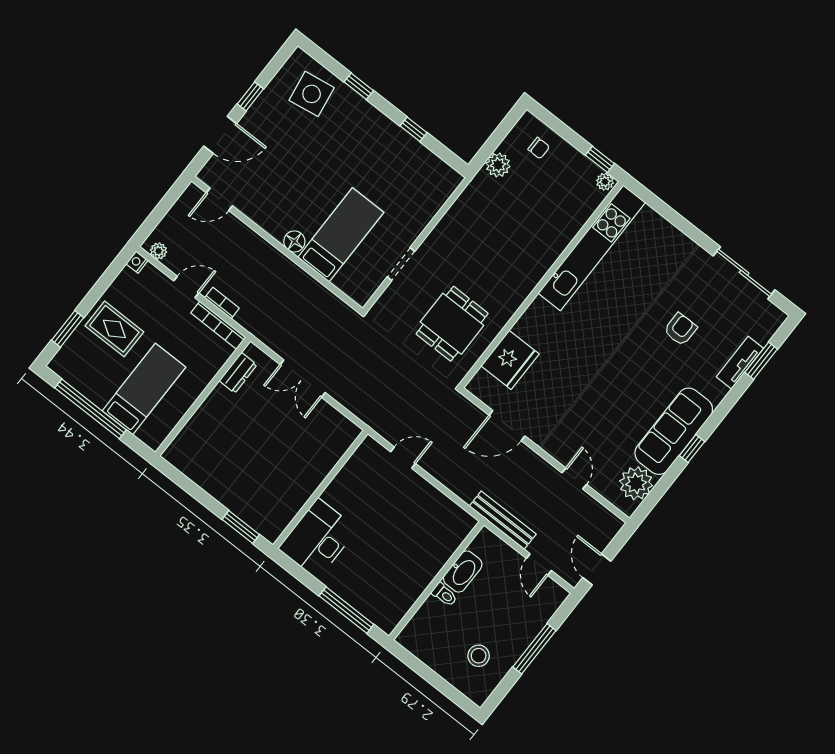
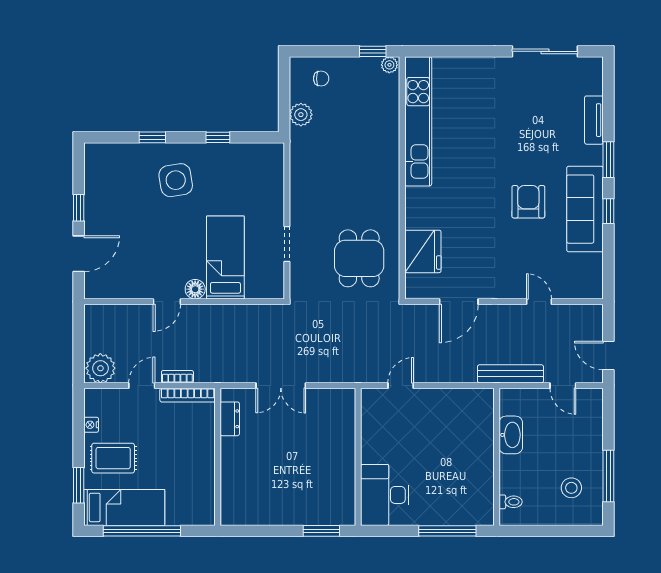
side table: (312, 94) -> (176, 180), moved
door: (219, 199) -> (167, 302), moved
plant: (158, 251) -> (100, 368), width x1.87, depth x1.87
nightstand: (137, 262) -> (91, 425), moved
armchair: (680, 329) -> (528, 202), moved, width x1.38, depth x1.38
window: (761, 361) -> (608, 160), moved
bed: (144, 389) -> (124, 507), moved, turned 90
plant: (636, 483) -> (587, 269), removed
toilet: (444, 595) -> (511, 502), moved
window: (534, 649) -> (608, 476), moved

